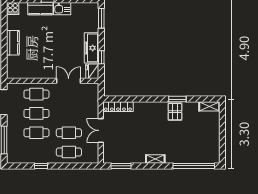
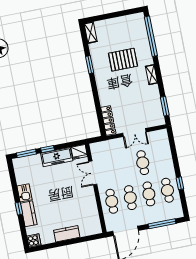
window: (101, 57) -> (47, 149), moved
pallet: (175, 112) -> (123, 60), moved, width x1.50, depth x1.42
cafe table: (69, 152) -> (167, 190), moved

